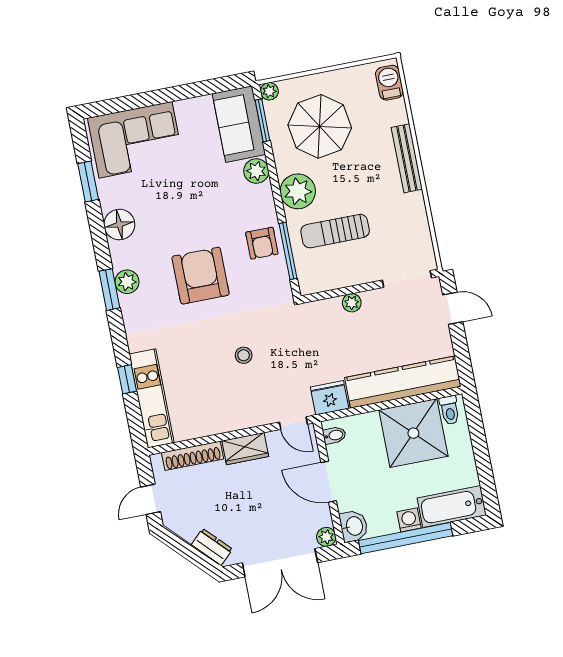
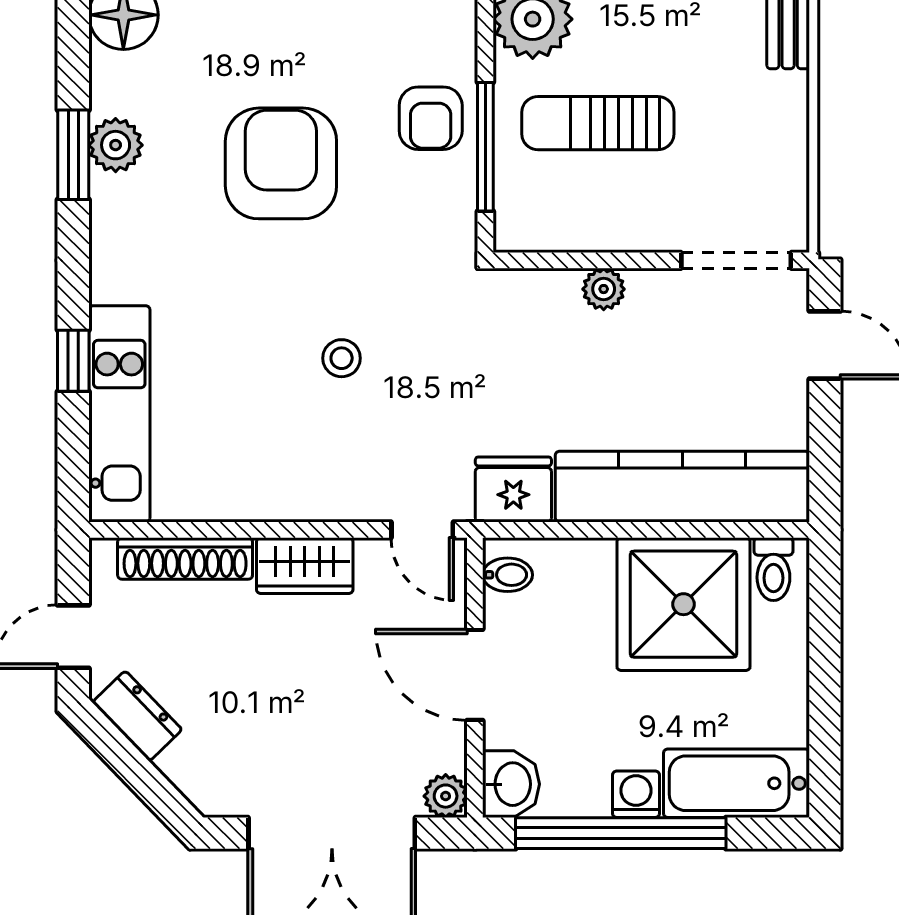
dresser: (212, 547) -> (137, 716), moved

